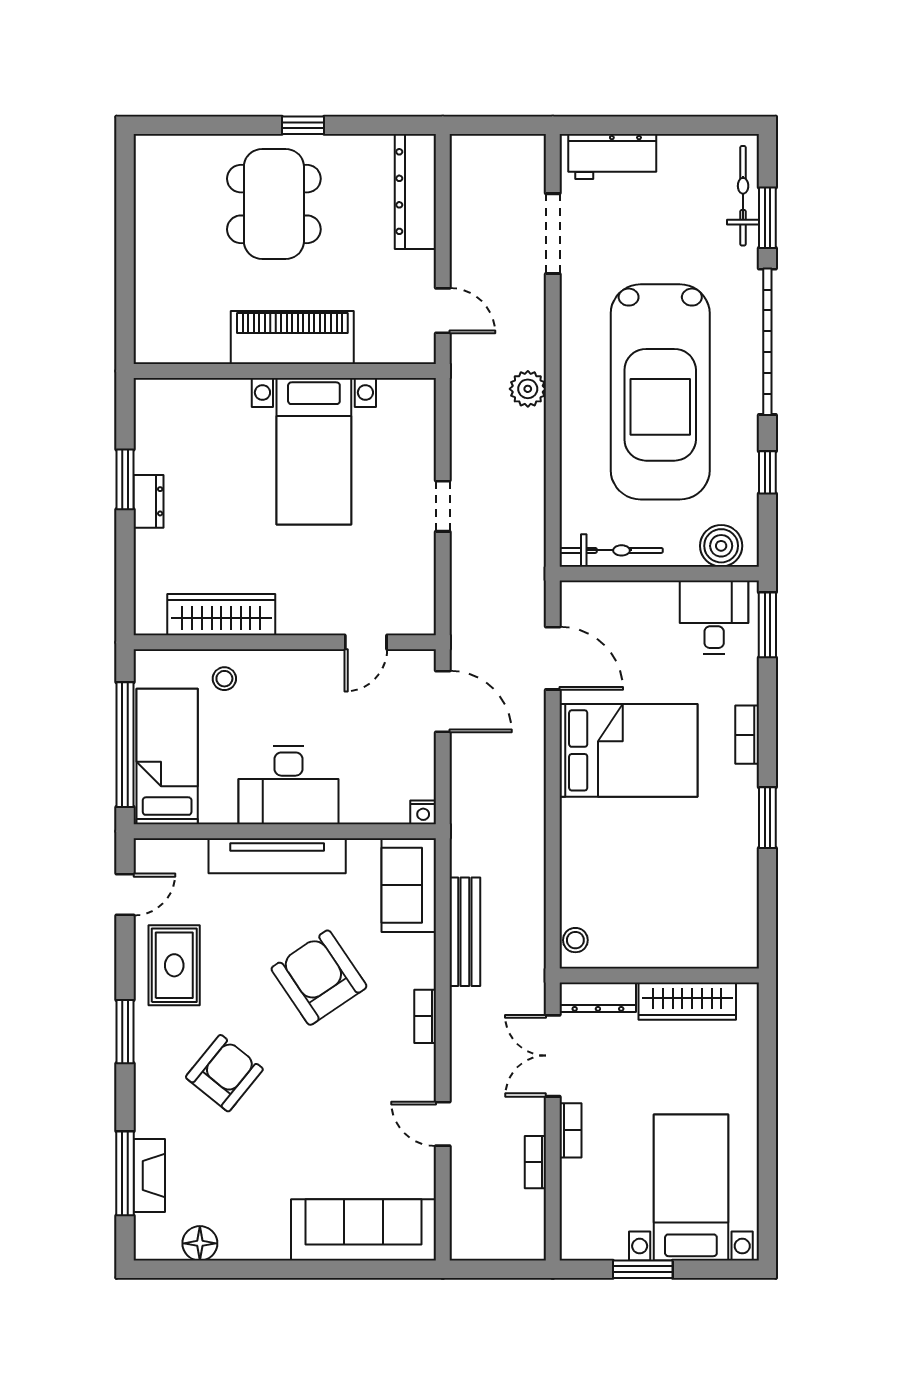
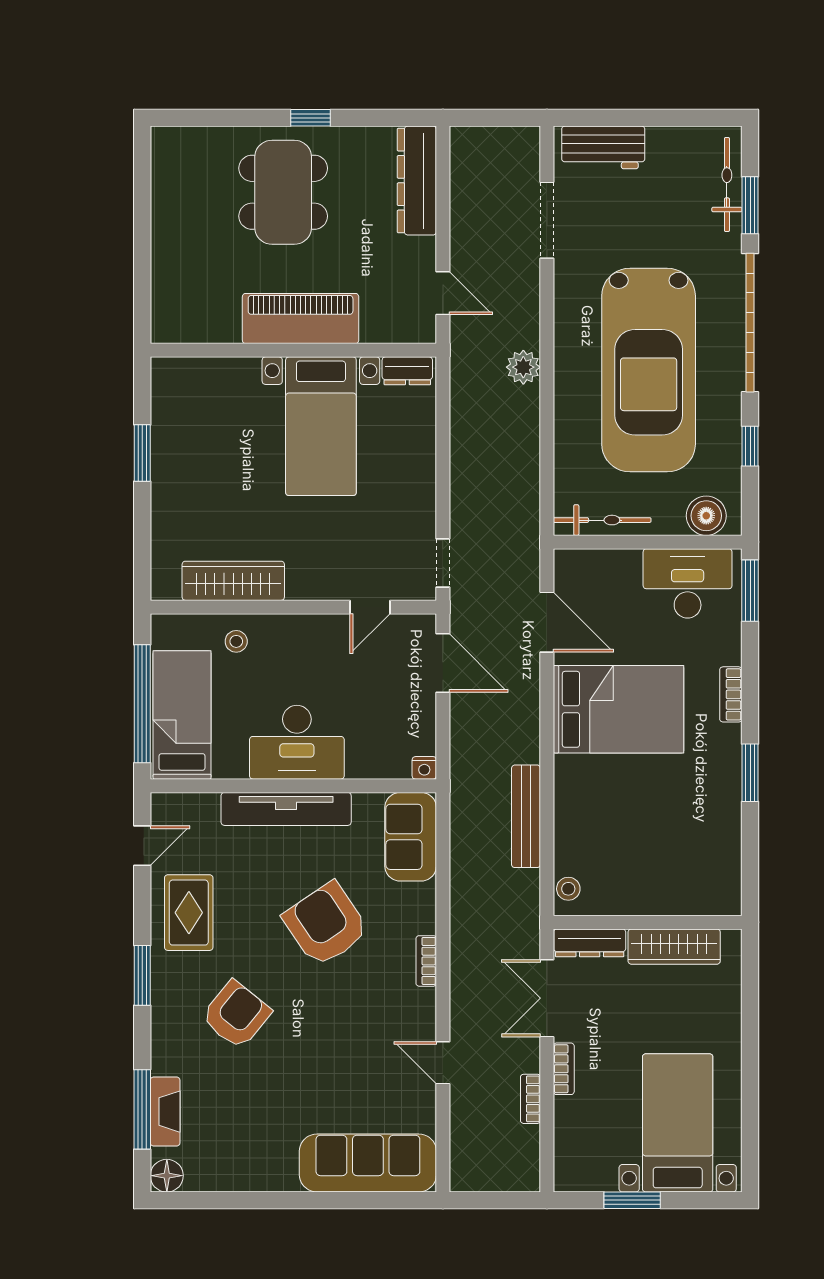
dresser: (149, 501) -> (407, 371), moved, turned 90
doorway: (443, 506) -> (443, 563), moved
desk: (714, 617) -> (688, 583), width x1.37
bench: (465, 932) -> (526, 816), moved
floor lamp: (200, 1243) -> (167, 1176), moved

